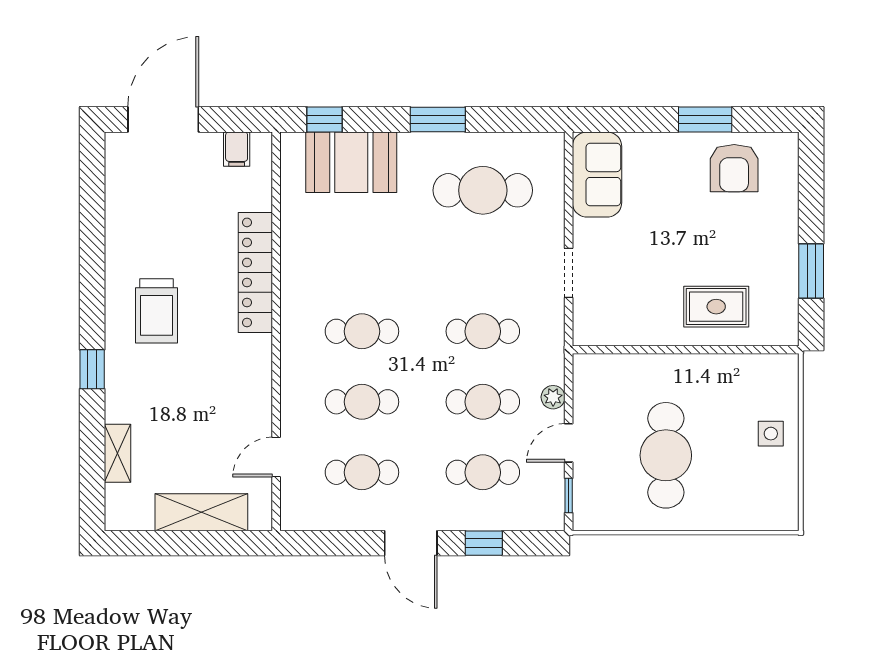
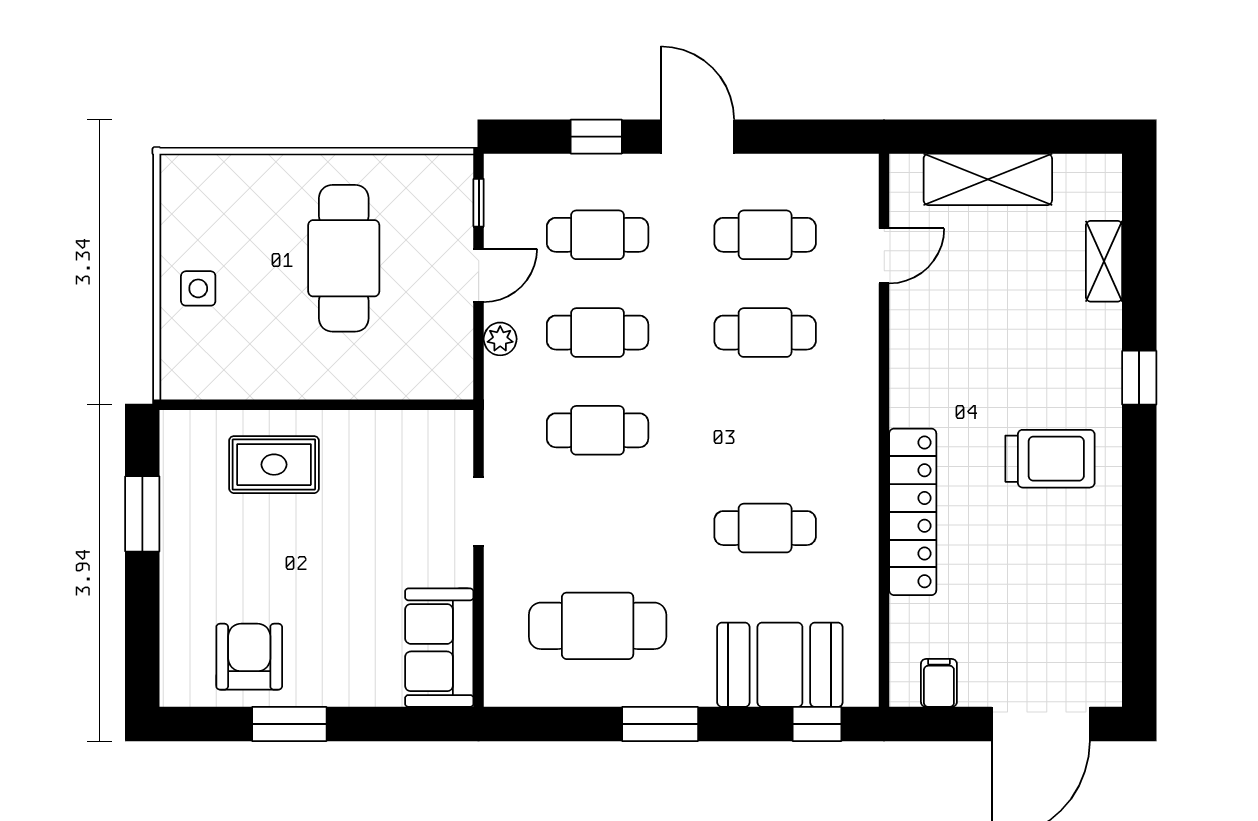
trolley: (157, 311) -> (1050, 459), turned 90
cafe table: (362, 331) -> (765, 528), moved

